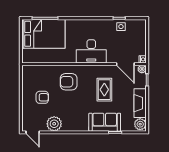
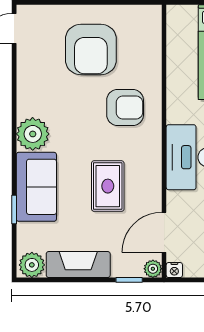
armchair: (69, 82) -> (125, 107), turned 90
rug: (104, 90) -> (108, 186), turned 90
armchair: (42, 97) -> (91, 49), width x1.88, depth x1.88
plant: (54, 124) -> (33, 134), moved

